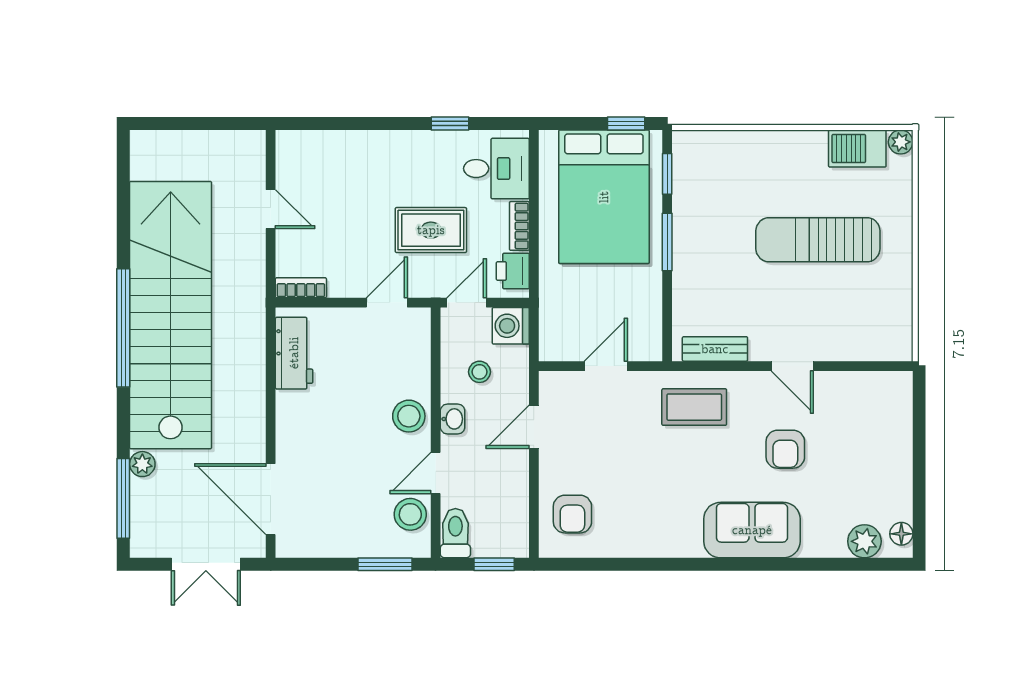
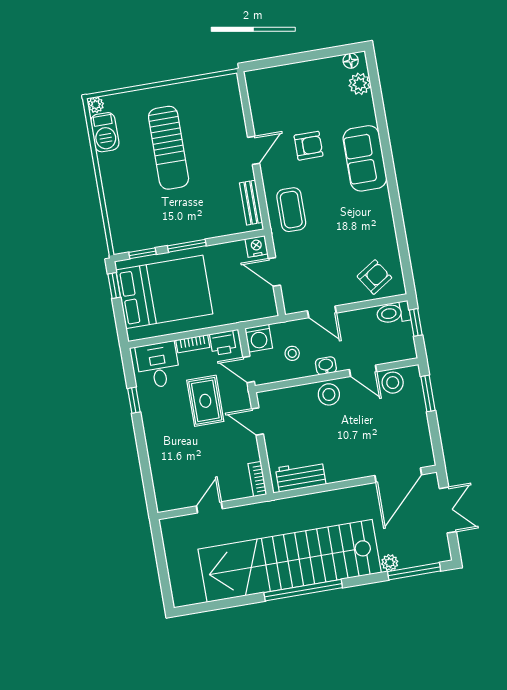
nightstand: (648, 346) -> (257, 246), added
armchair: (572, 514) -> (374, 277), turned -33
toilet: (455, 533) -> (393, 313), moved

